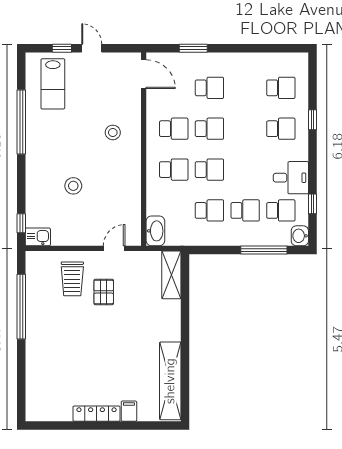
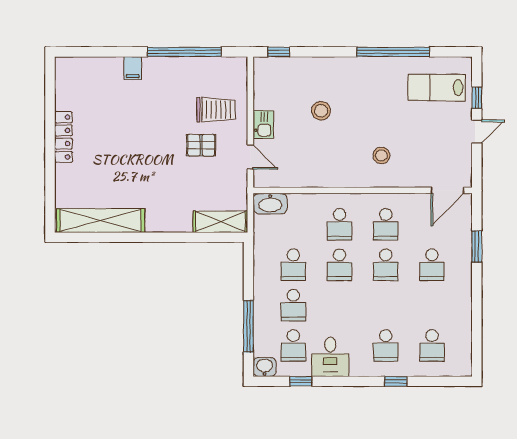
kitchen sink: (38, 237) -> (263, 125), moved
trolley: (72, 279) -> (216, 110), turned 180
filing cabinet: (129, 411) -> (133, 68), moved, turned 90

